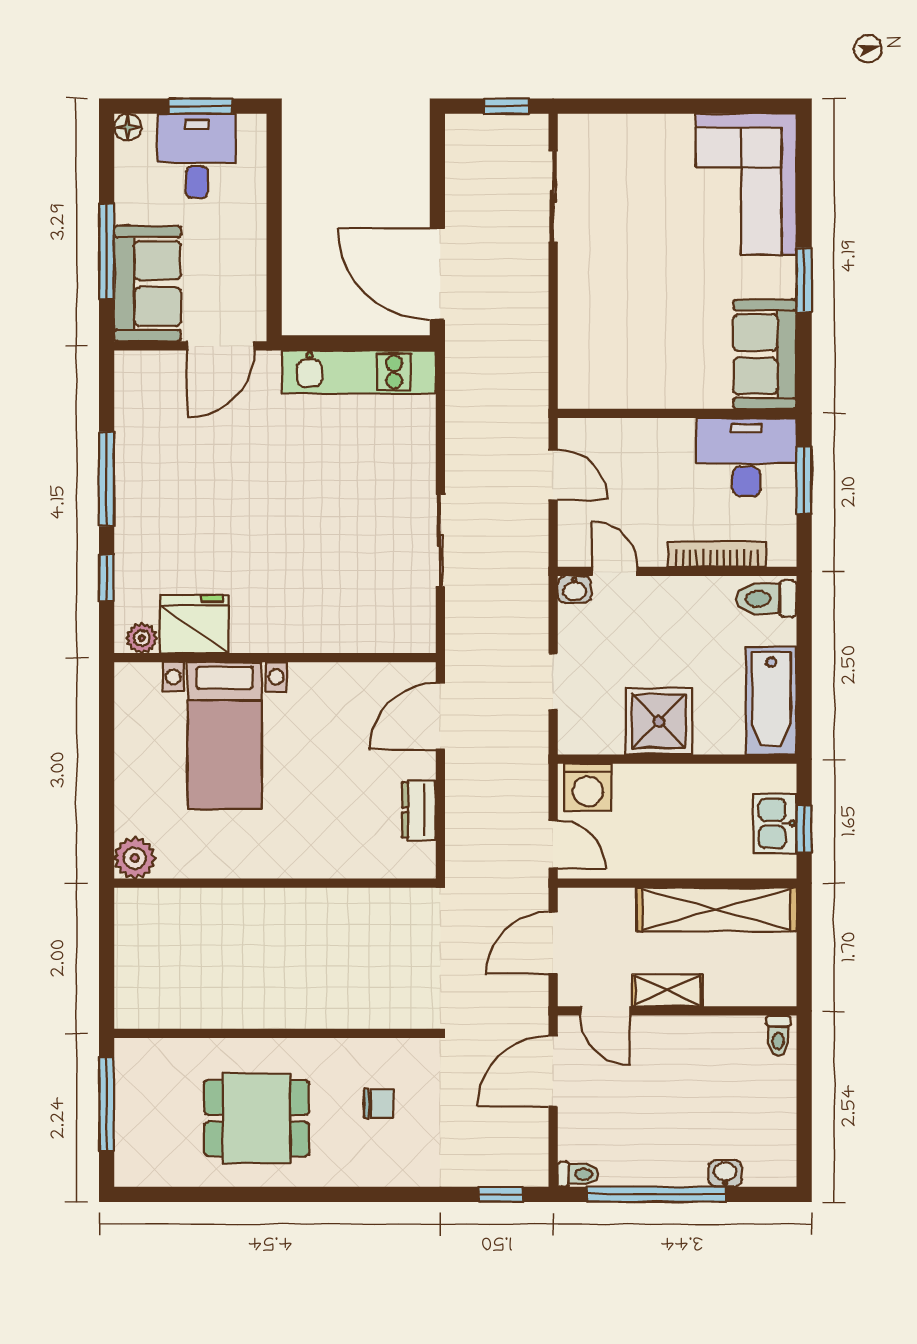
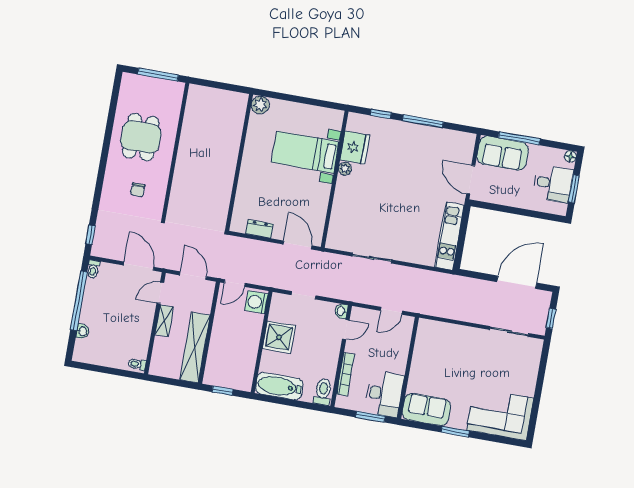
door: (437, 274) -> (517, 282), moved
plant: (142, 638) -> (345, 169), moved
kitchen sink: (775, 823) -> (227, 379), removed

